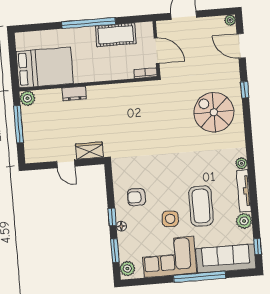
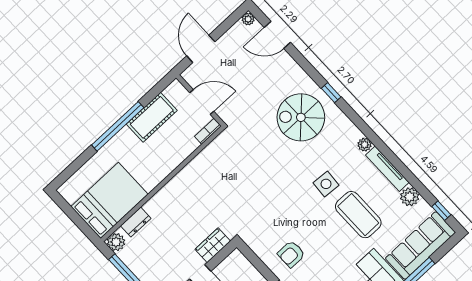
window: (245, 90) -> (331, 93), moved
dresser: (74, 93) -> (136, 222), moved
side table: (170, 219) -> (326, 184), moved

